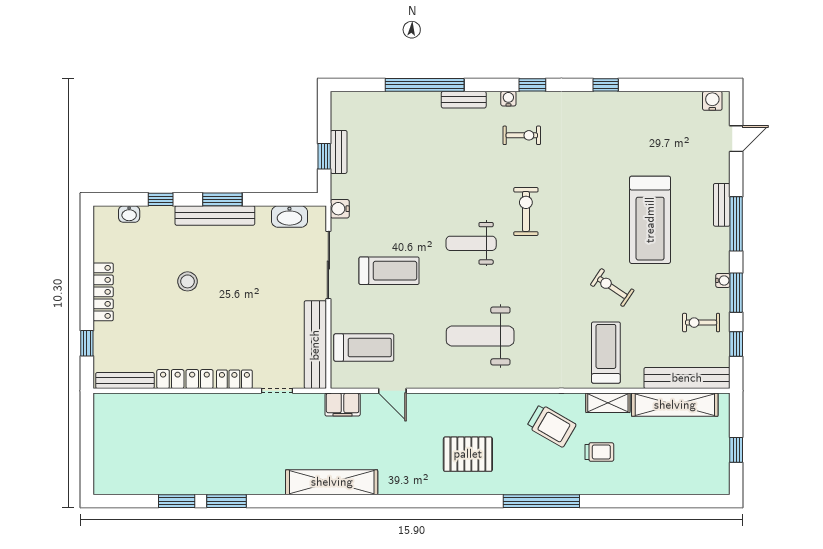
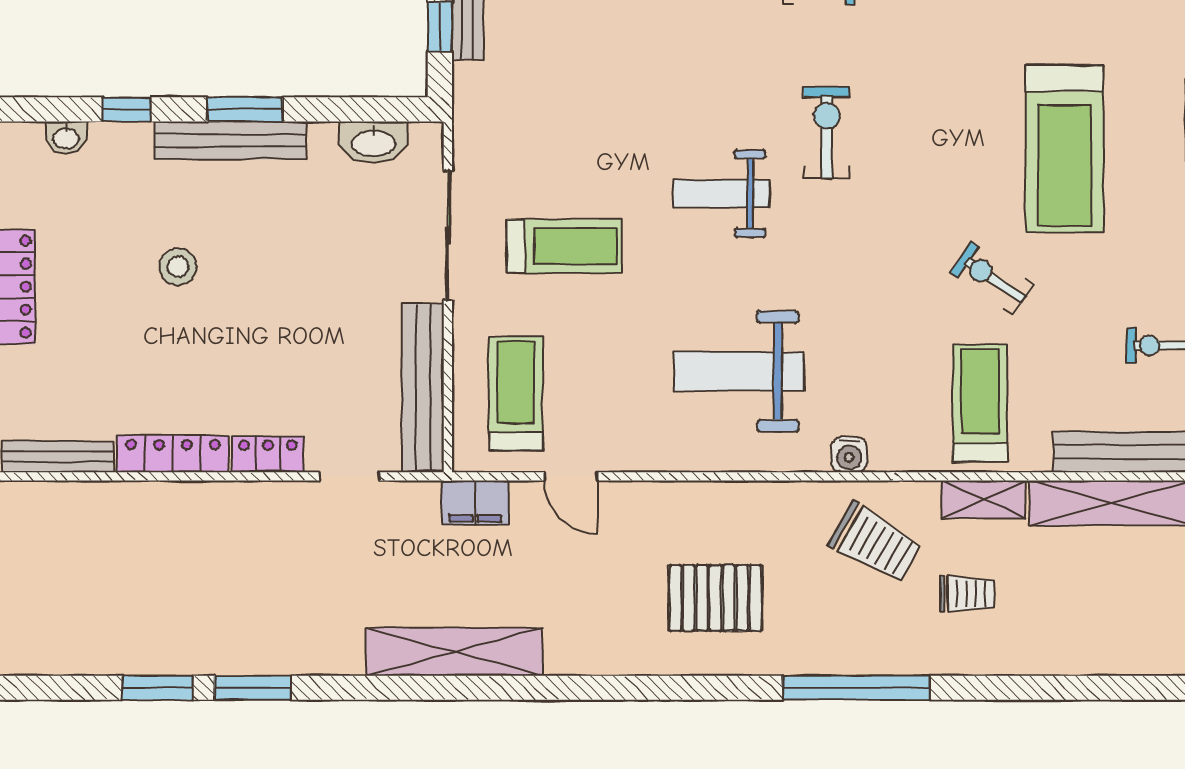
water cooler: (340, 209) -> (849, 455), moved, turned -90
treadmill: (364, 348) -> (516, 393), turned -90

